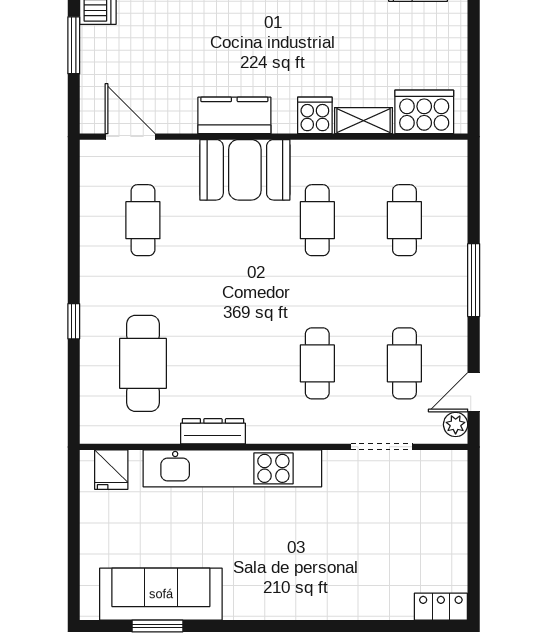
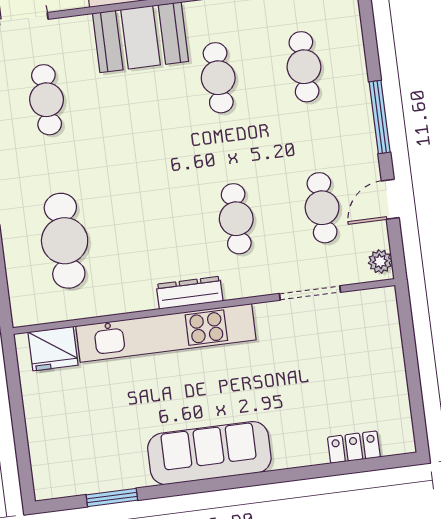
door: (474, 392) -> (390, 199), moved
dresser: (213, 431) -> (190, 293), moved
fridge: (111, 470) -> (53, 349), width x1.38
sofa: (161, 594) -> (209, 453), moved
locker: (441, 607) -> (354, 447), moved

